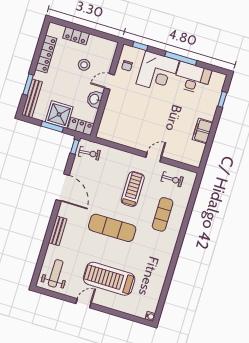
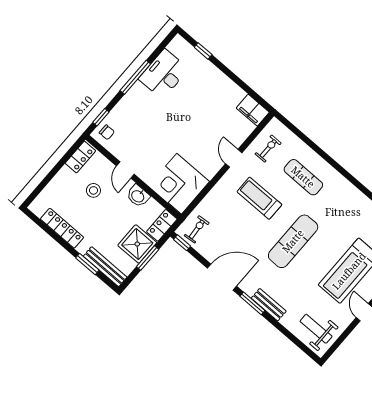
locker: (76, 36) -> (80, 157), moved
chair: (127, 66) -> (107, 132), moved
corner desk: (158, 72) -> (179, 184), moved, turned 180
filing cabinet: (202, 131) -> (253, 110), moved
window: (53, 218) -> (252, 303), added

